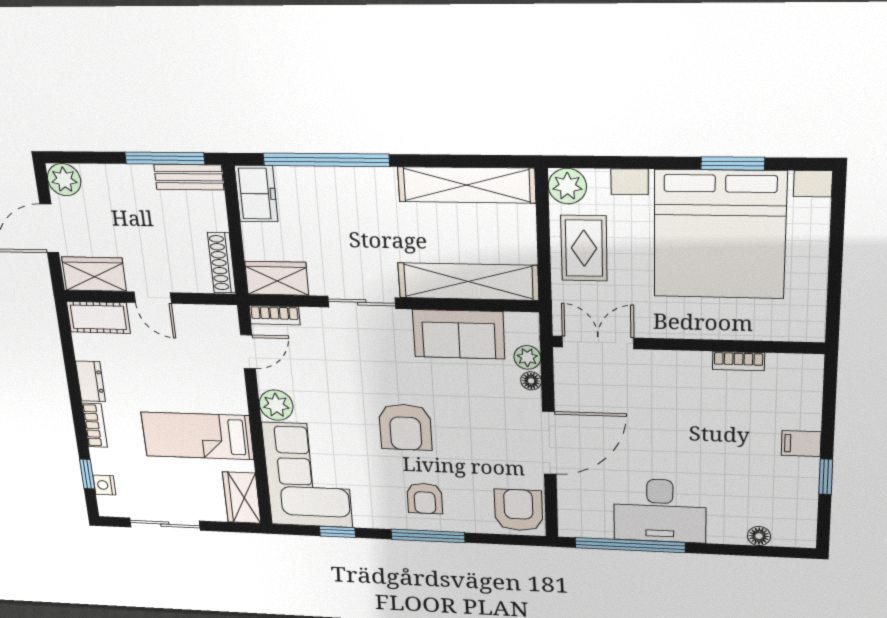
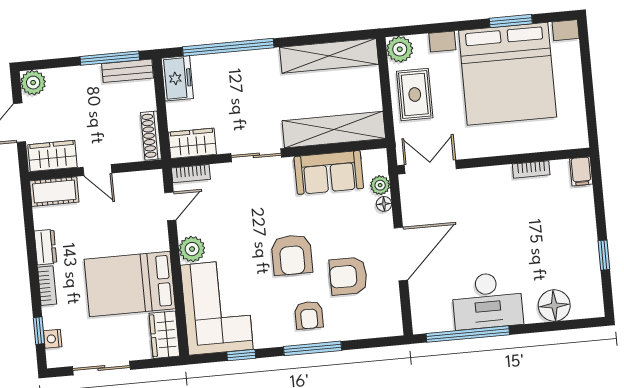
bed: (197, 436) -> (130, 284), width x1.50
filing cabinet: (801, 444) -> (581, 171), moved, turned -90
armchair: (519, 510) -> (348, 276), moved, turned -90
floor lamp: (759, 536) -> (554, 306), width x1.89, depth x1.89

